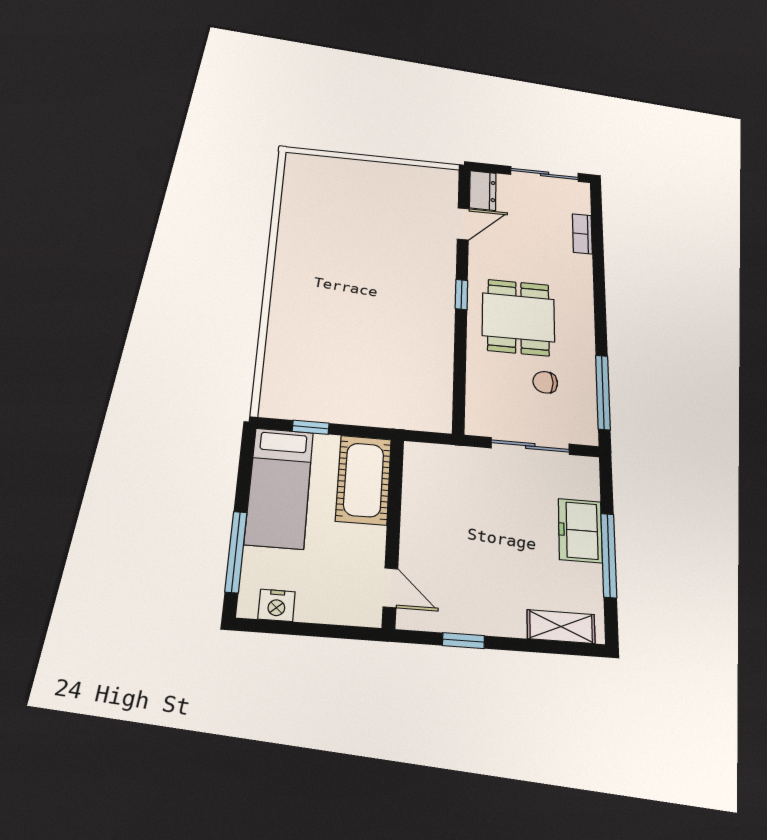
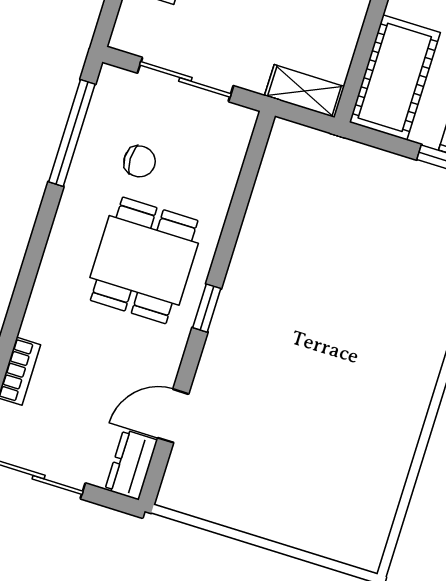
shelving: (434, 456) -> (304, 91), added

